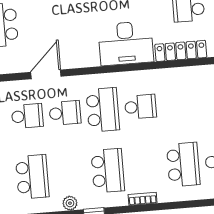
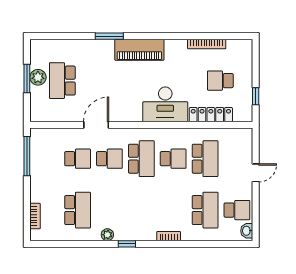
school desk: (108, 171) -> (205, 159), moved

